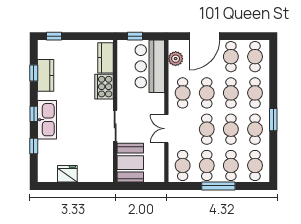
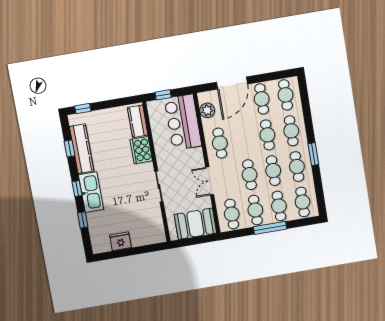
kitchen counter: (46, 75) -> (82, 149), width x1.50
cafe table: (207, 93) -> (244, 139), removed
booth: (130, 163) -> (195, 224), moved, turned 90

